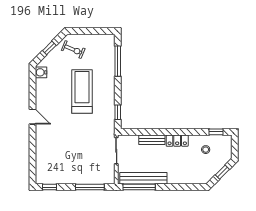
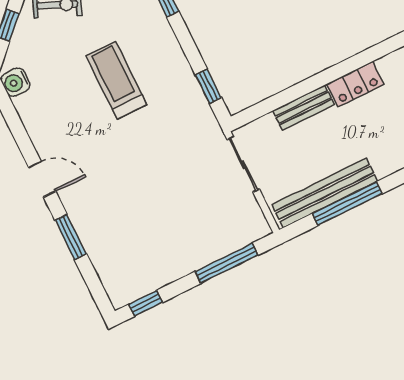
treadmill: (82, 92) -> (116, 80), width x0.73, depth x0.73
window: (33, 145) -> (71, 237), added
window: (139, 187) -> (347, 204), moved

